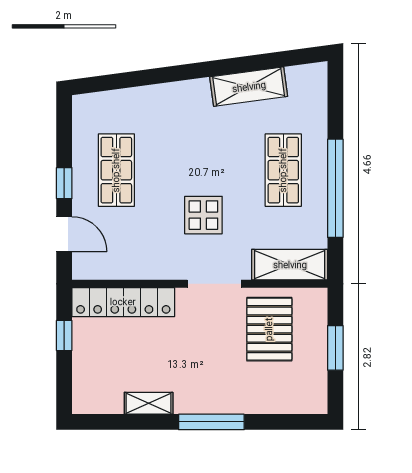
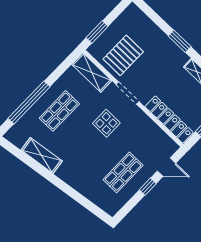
window: (335, 188) -> (29, 102), moved
door: (64, 234) -> (167, 167), swing flipped
window: (335, 348) -> (97, 32), moved
window: (211, 422) -> (180, 41), width x0.69

